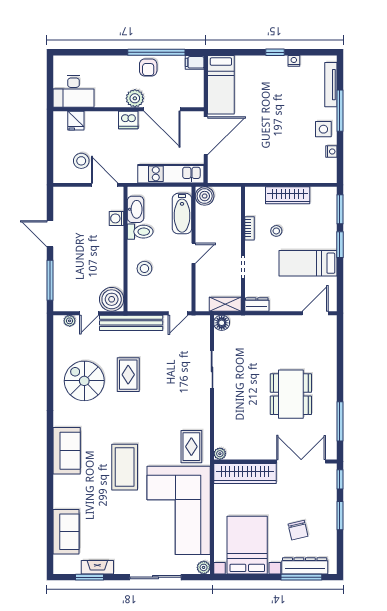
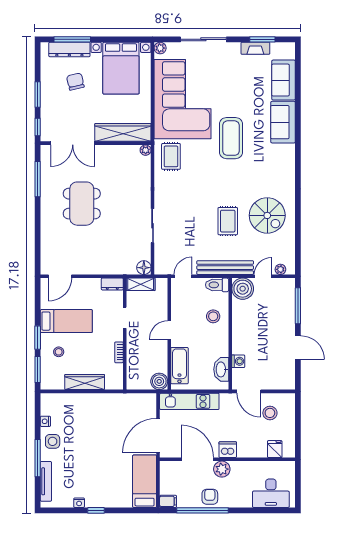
desk: (73, 91) -> (271, 493), moved, turned 180
stool: (276, 231) -> (59, 352), moved
toilet: (140, 232) -> (217, 285), moved
sofa: (67, 451) -> (283, 122), moved

